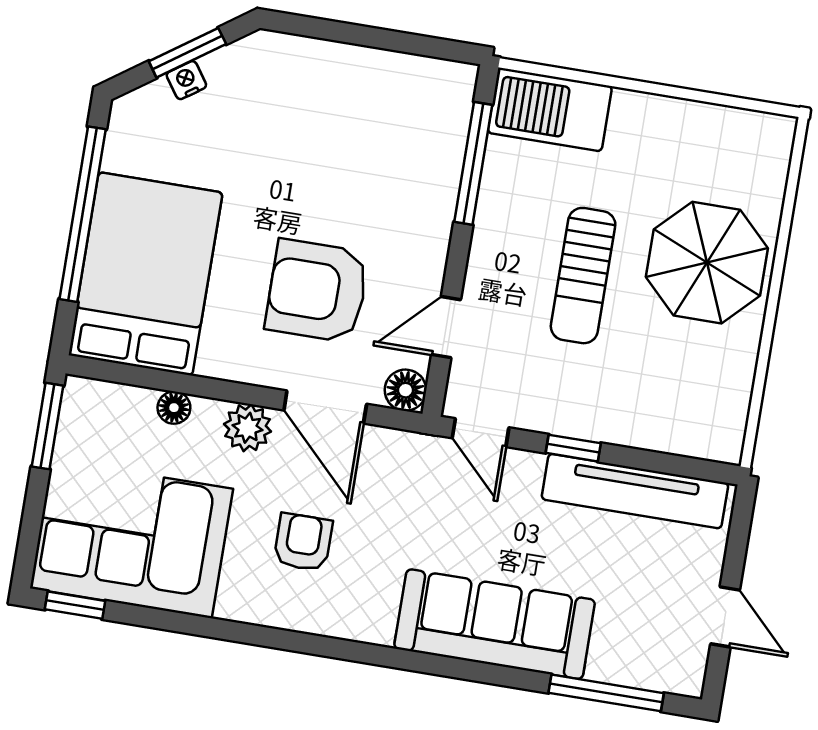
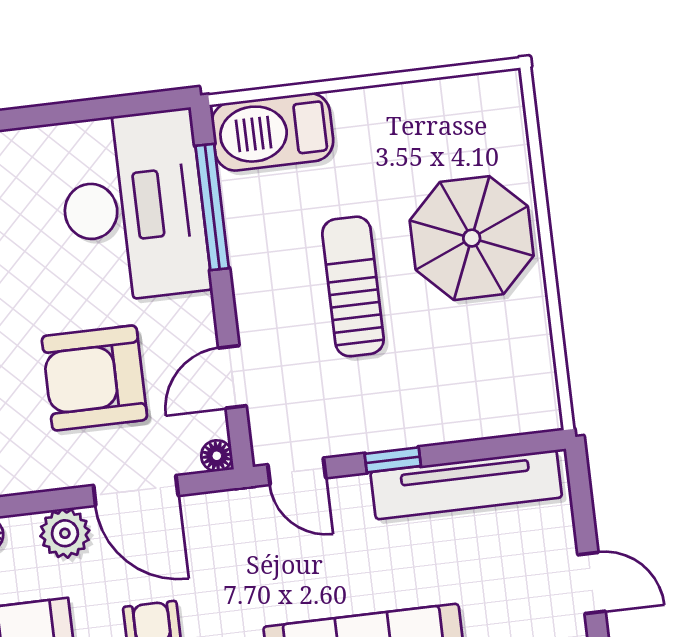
desk: (400, 141) -> (133, 206), added
sun lounger: (583, 276) -> (353, 286), turned 180
floor lamp: (406, 390) -> (217, 456), width x0.73, depth x0.73

